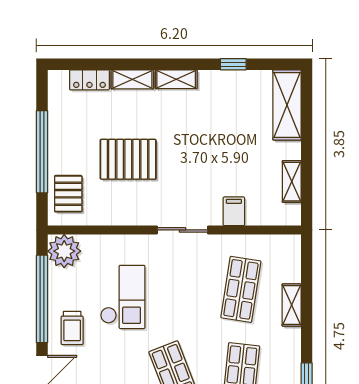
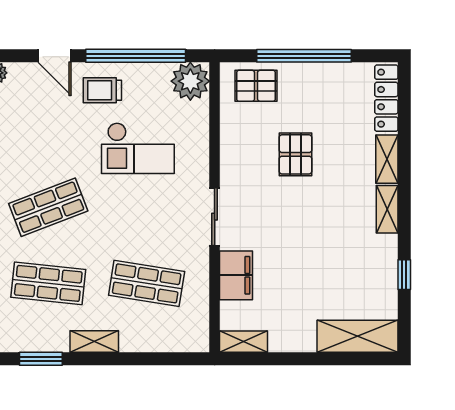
locker: (89, 80) -> (386, 98), width x1.53
pallet: (128, 159) -> (295, 154), width x0.67, depth x0.71
shelving: (292, 182) -> (244, 342), moved
filing cabinet: (234, 211) -> (236, 275), width x2.00
shelving: (292, 305) -> (94, 341), moved

